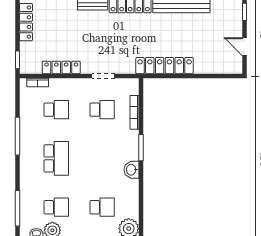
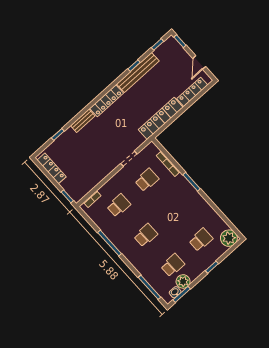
door: (245, 47) -> (199, 62), hinge flipped
locker: (61, 67) -> (192, 92), moved
school desk: (56, 158) -> (146, 235), width x0.54
washbasin: (132, 170) -> (198, 201), removed

